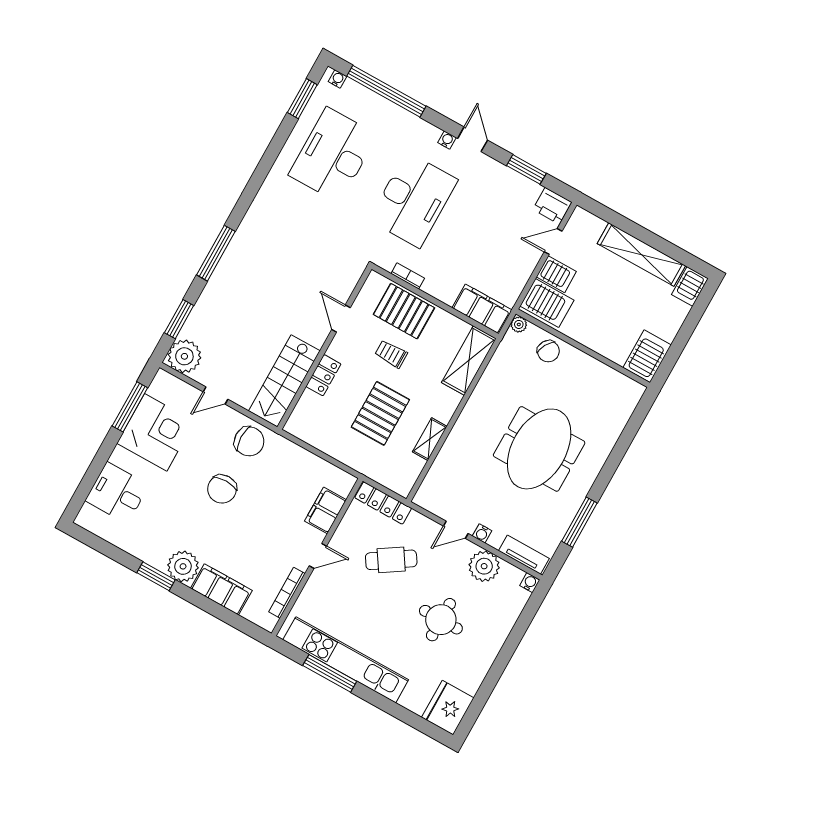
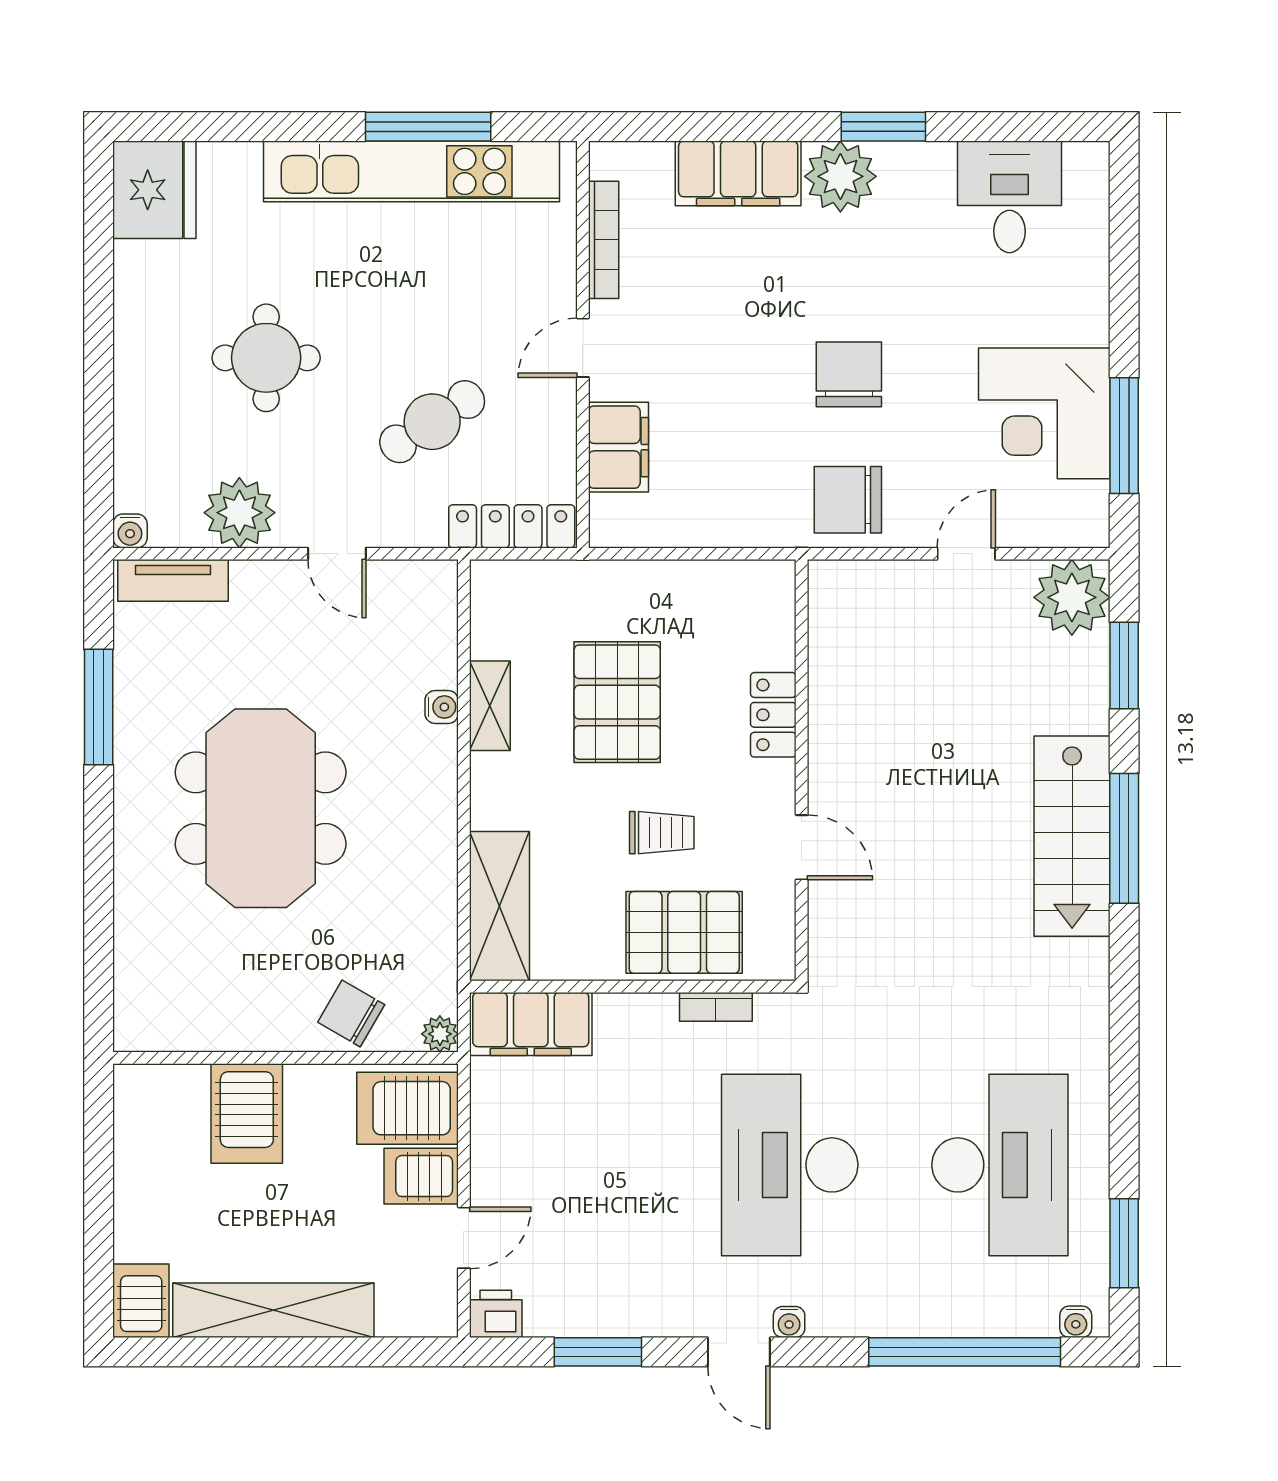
printer: (552, 206) -> (496, 1314), width x0.73, depth x0.81
server rack: (647, 356) -> (247, 1114), moved
stairs: (284, 381) -> (1072, 836), moved, turned 180
desk: (117, 493) -> (1010, 197), moved, turned -90
door: (456, 530) -> (337, 554), swing flipped
water cooler: (482, 533) -> (442, 707), moved, turned 90

